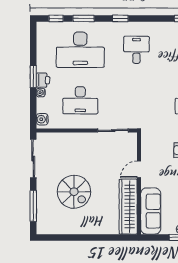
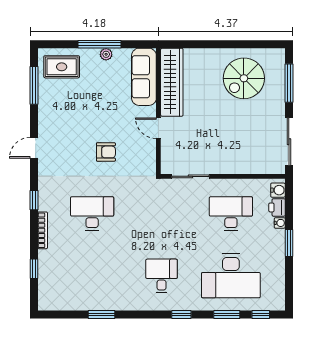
desk: (80, 50) -> (231, 276), turned 180
desk: (136, 50) -> (162, 276), turned 180
printer: (43, 80) -> (277, 207), moved
door: (139, 169) -> (158, 128), swing flipped
spiral stairs: (74, 192) -> (244, 78), moved, turned -90

